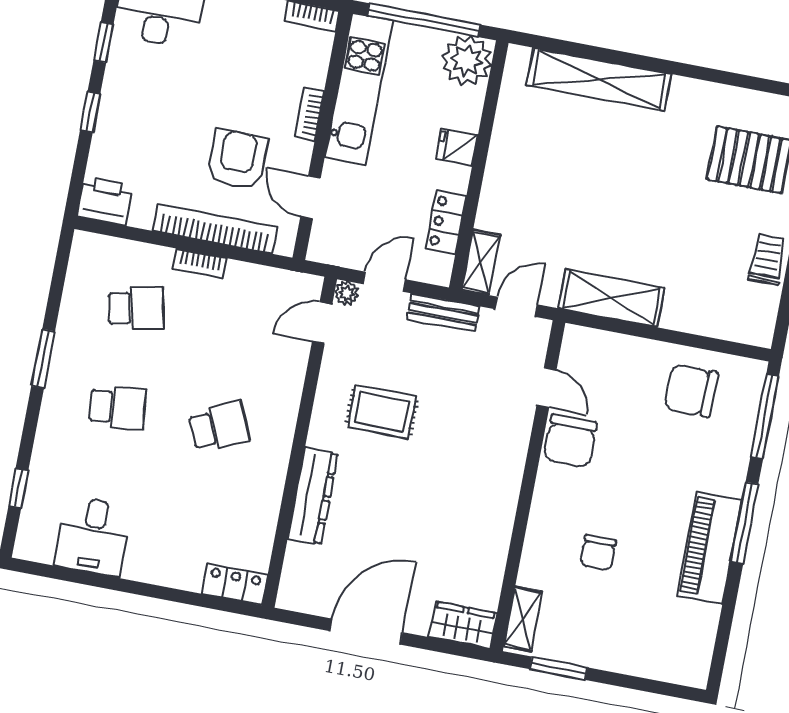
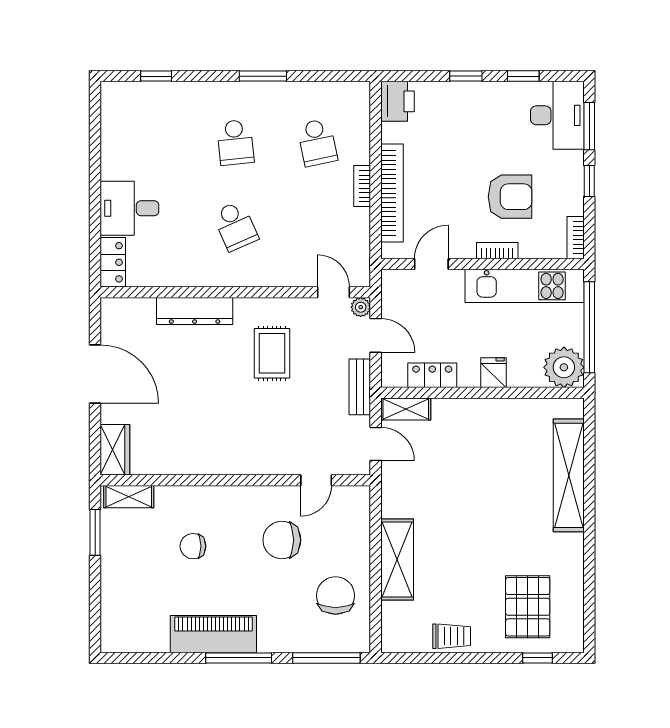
armchair: (237, 159) -> (510, 197), moved
shelving: (611, 298) -> (397, 559), moved
chair: (570, 441) -> (282, 540), moved
desk: (93, 536) -> (129, 208), moved

